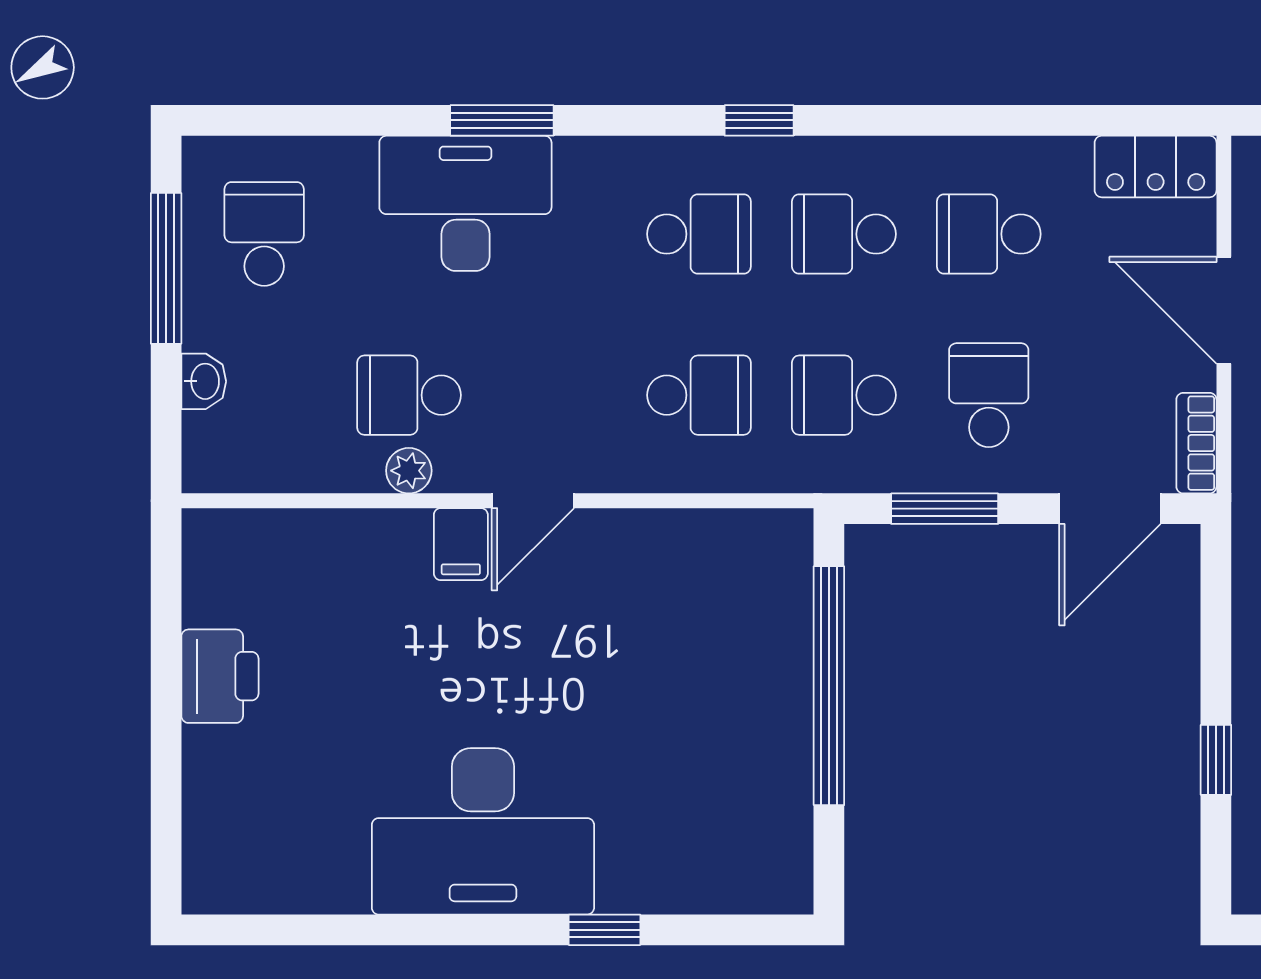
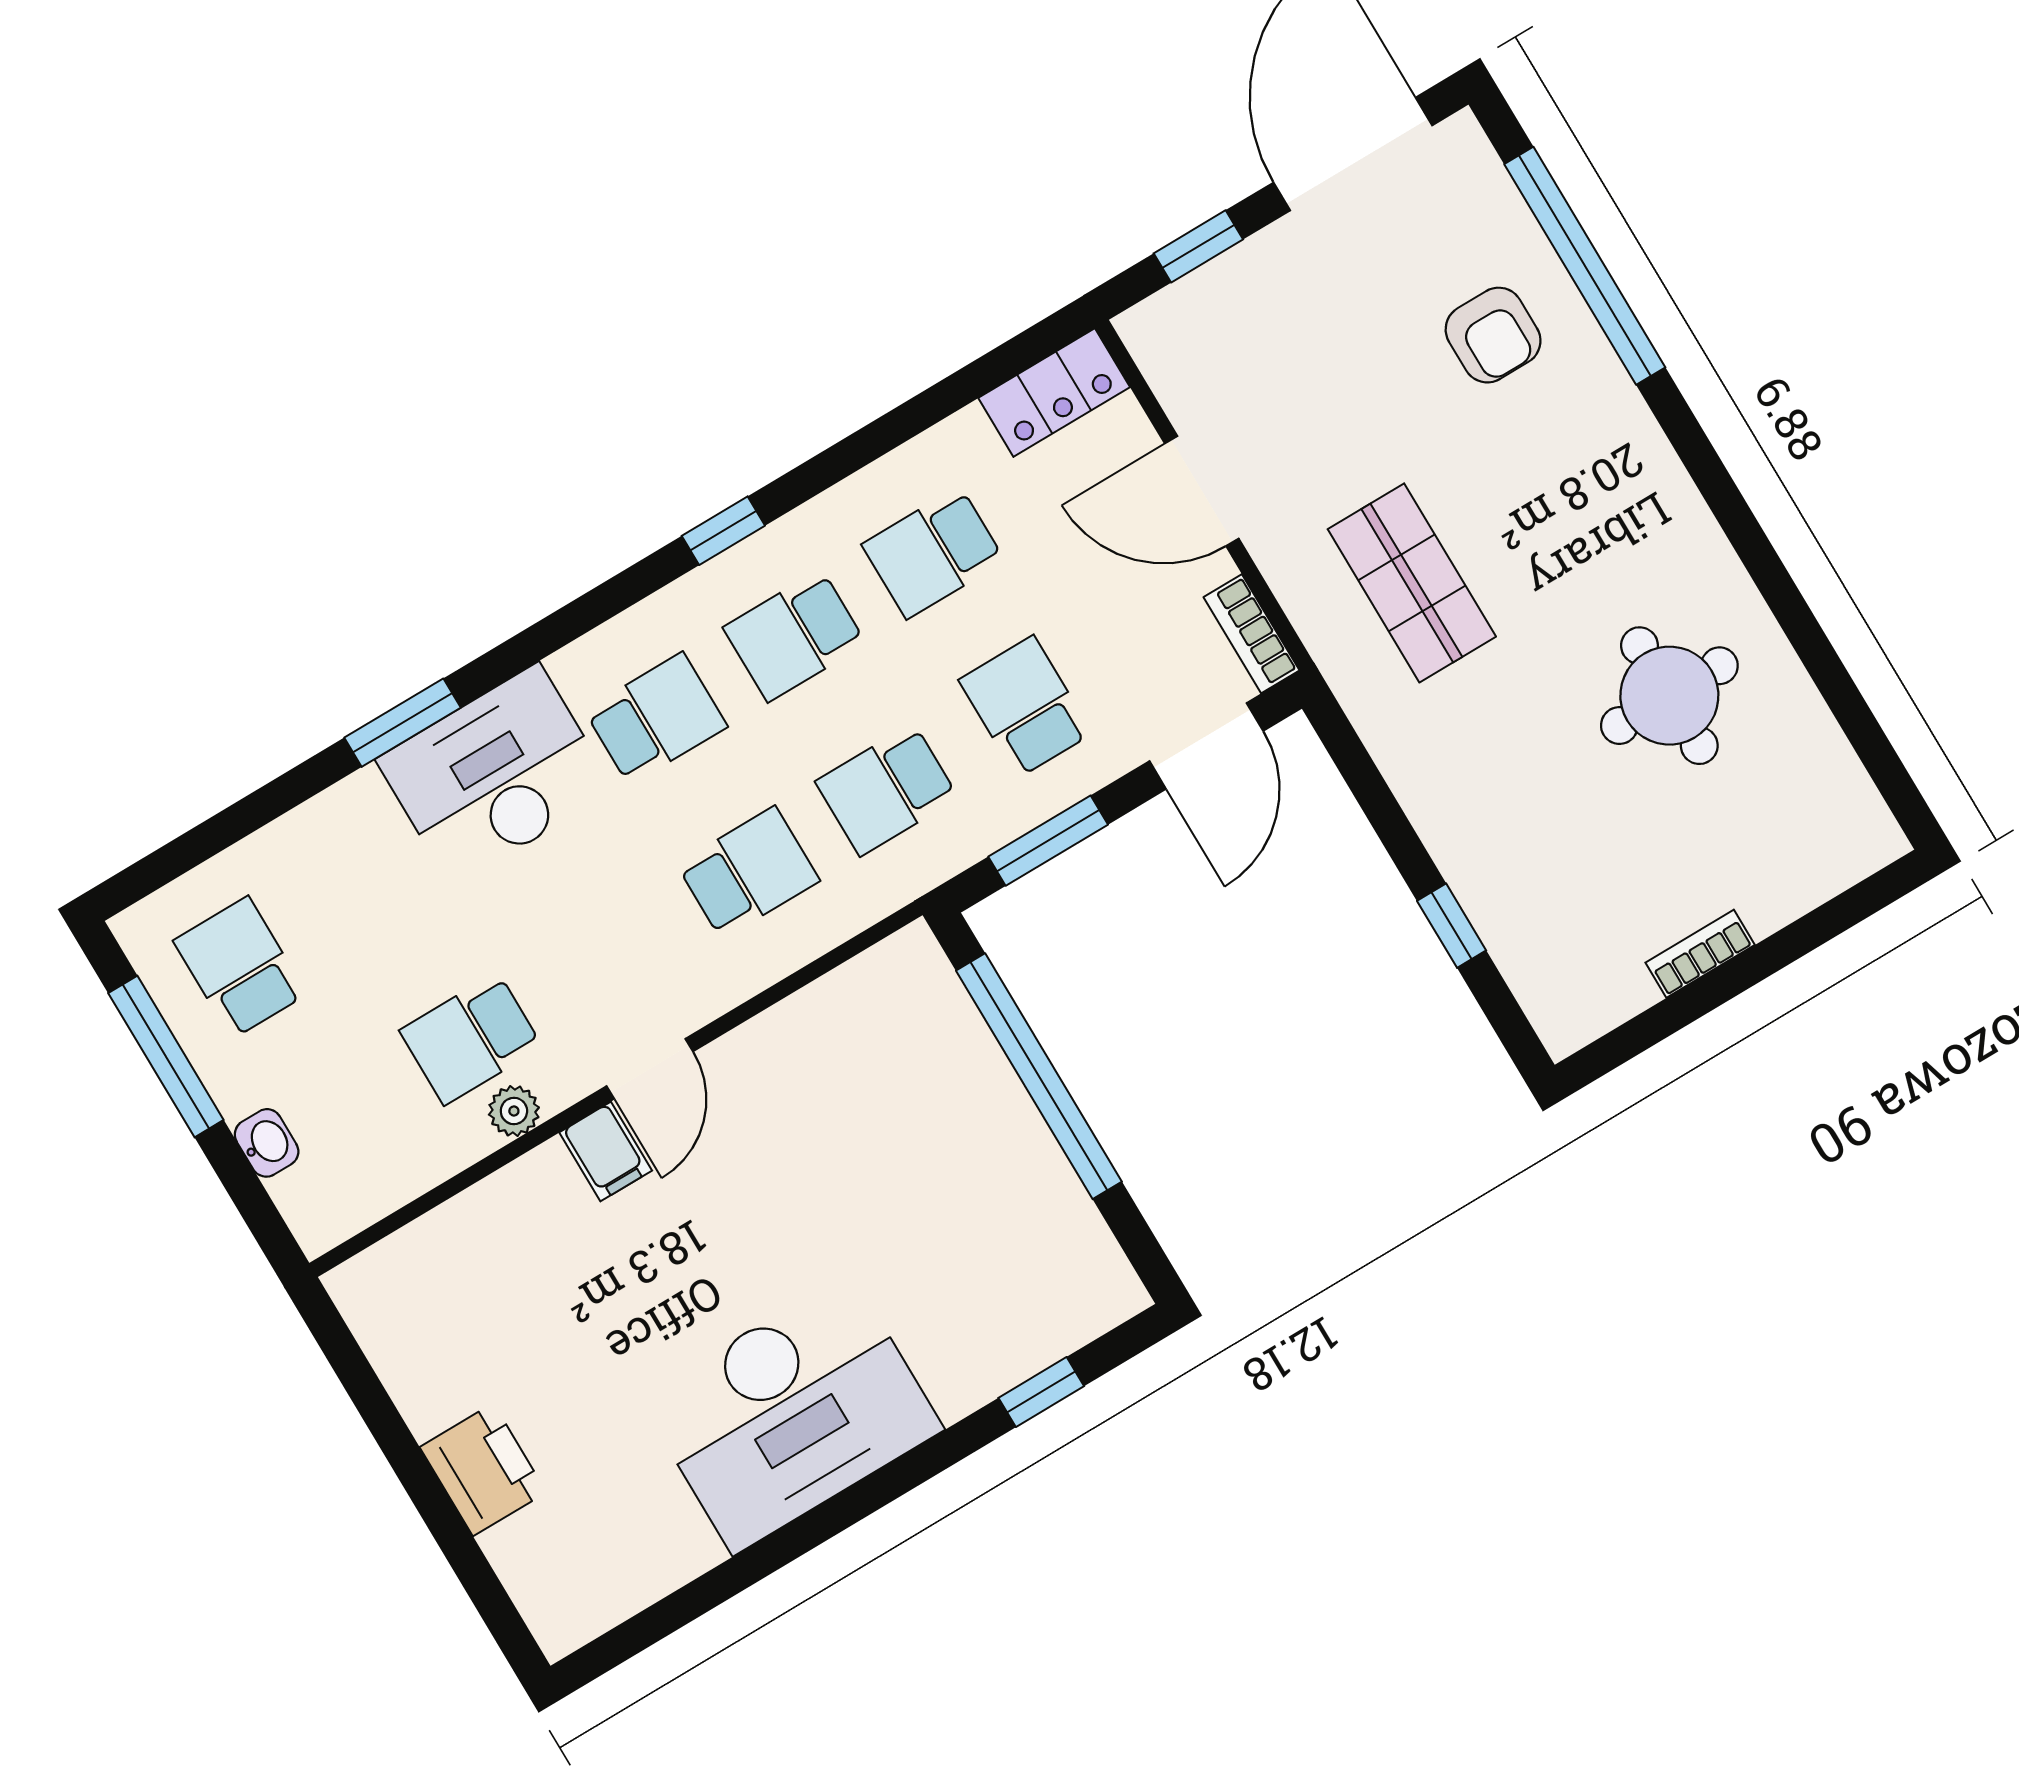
window: (759, 120) -> (723, 531), moved
desk: (465, 203) -> (495, 775), moved
printer: (220, 676) -> (483, 1470), moved
window: (604, 930) -> (1041, 1392), moved

